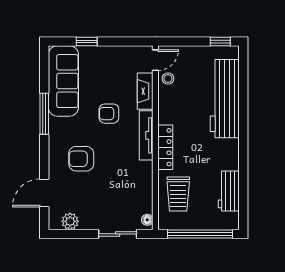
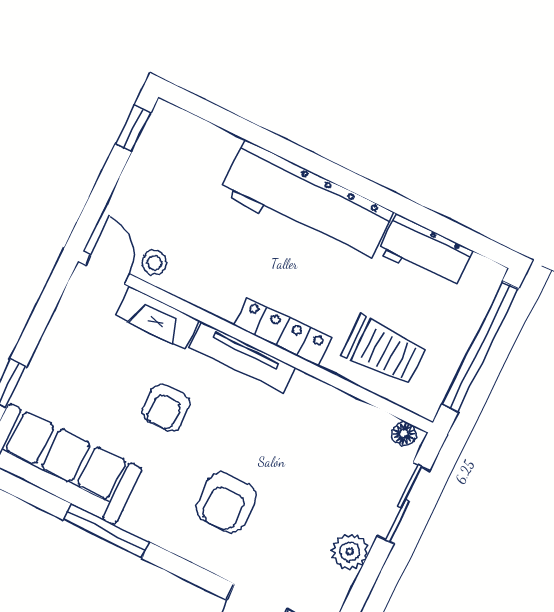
workbench: (225, 99) -> (306, 203), moved
plant: (70, 221) -> (350, 551), moved

